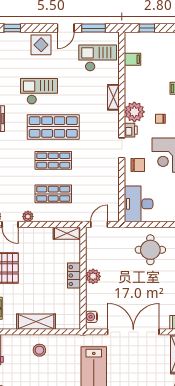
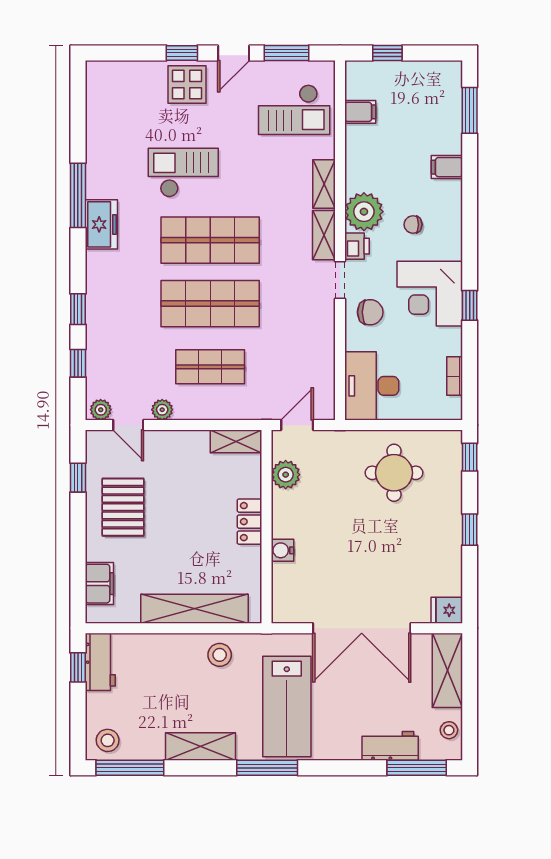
window: (12, 28) -> (182, 53), moved
checkout: (98, 58) -> (294, 110), turned 180
shelving: (113, 124) -> (324, 235), added
shop shelf: (53, 160) -> (210, 304), width x1.43, depth x1.36
plant: (93, 276) -> (286, 475), moved
water cooler: (91, 317) -> (282, 550), moved
shelving: (36, 322) -> (195, 609), width x1.47
double door: (133, 332) -> (362, 628), swing flipped
stool: (39, 350) -> (220, 655), moved

